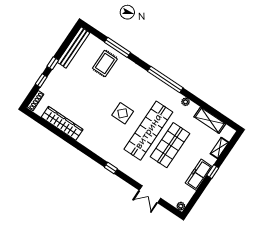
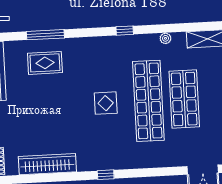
rug: (105, 64) -> (45, 63), turned 90
window: (165, 79) -> (125, 31), width x0.32
window: (111, 168) -> (106, 175), moved

